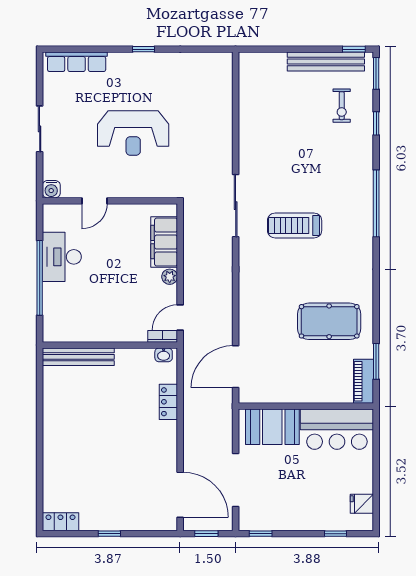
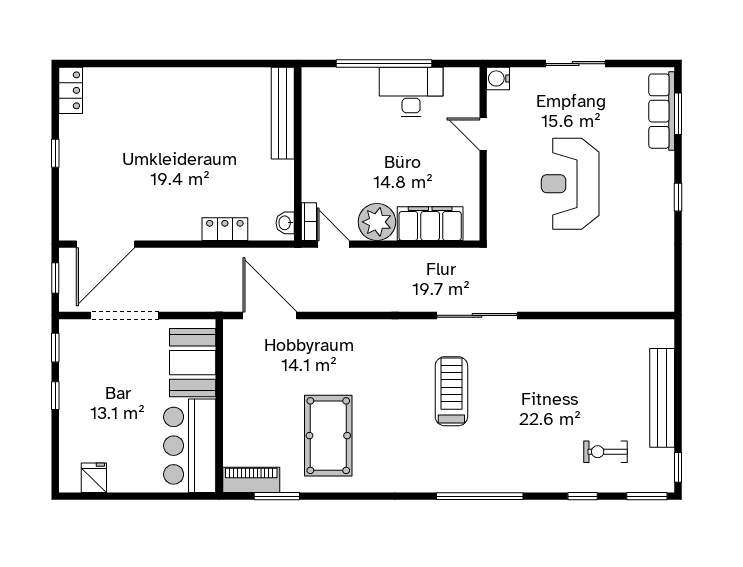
window: (79, 49) -> (678, 114), added
bench: (326, 62) -> (662, 398), moved
plant: (170, 277) -> (377, 222), width x1.88, depth x1.88
window: (335, 534) -> (55, 396), moved

